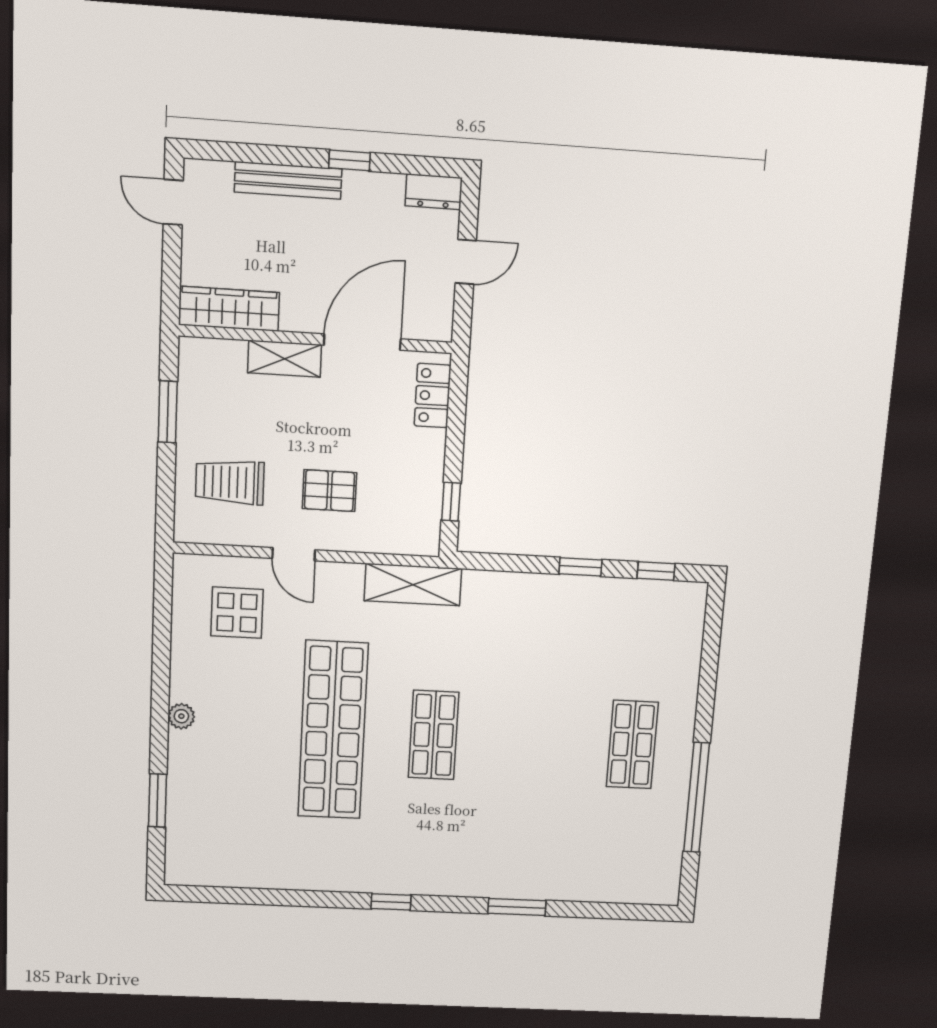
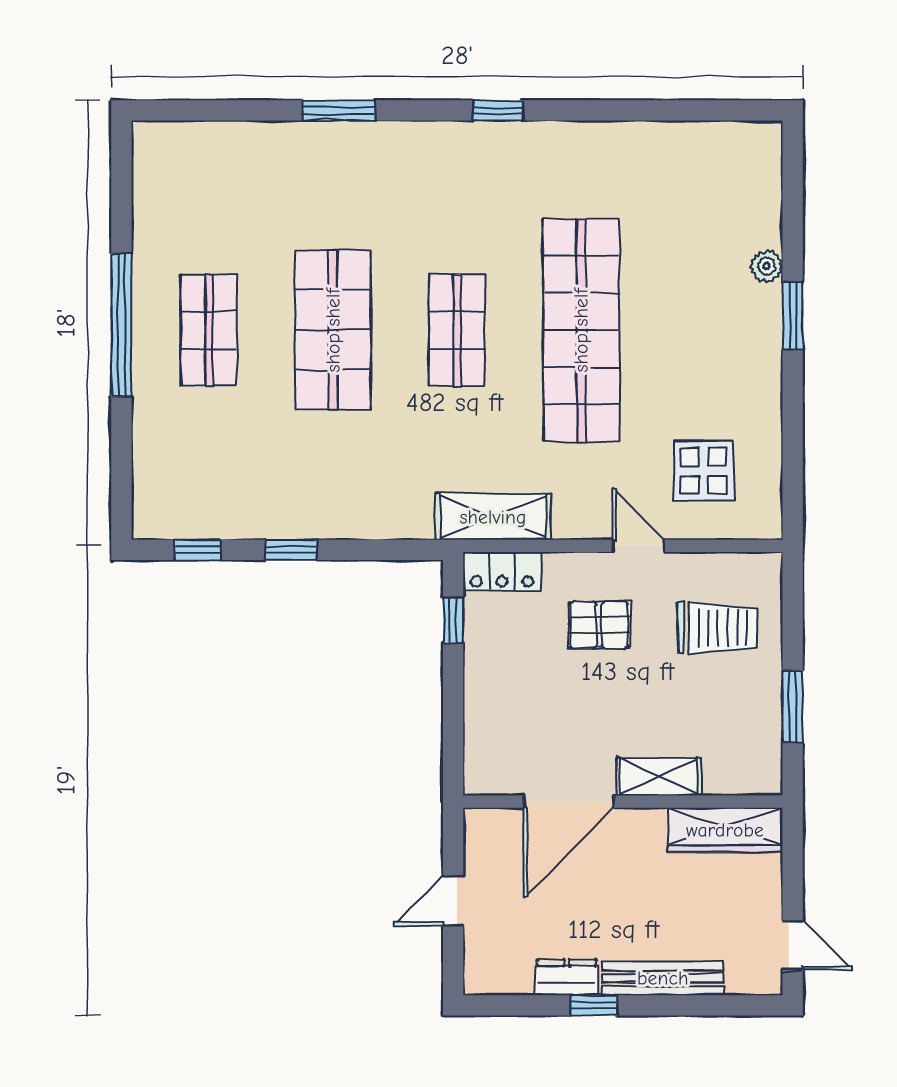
dresser: (434, 192) -> (567, 977), moved
locker: (432, 396) -> (502, 572), moved, turned 90
plant: (181, 716) -> (767, 266), moved
shop shelf: (533, 740) -> (333, 330), added
window: (697, 798) -> (121, 325), moved
window: (158, 800) -> (793, 316), moved

